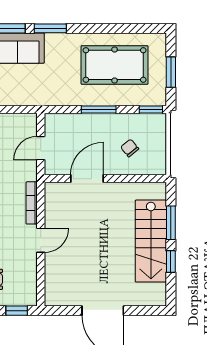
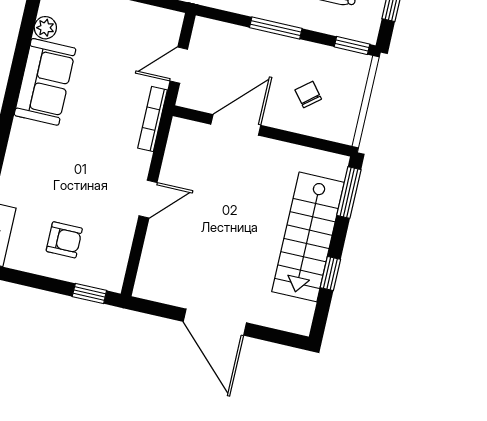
bookcase: (32, 203) -> (152, 119), moved
window: (171, 223) -> (349, 192), moved

